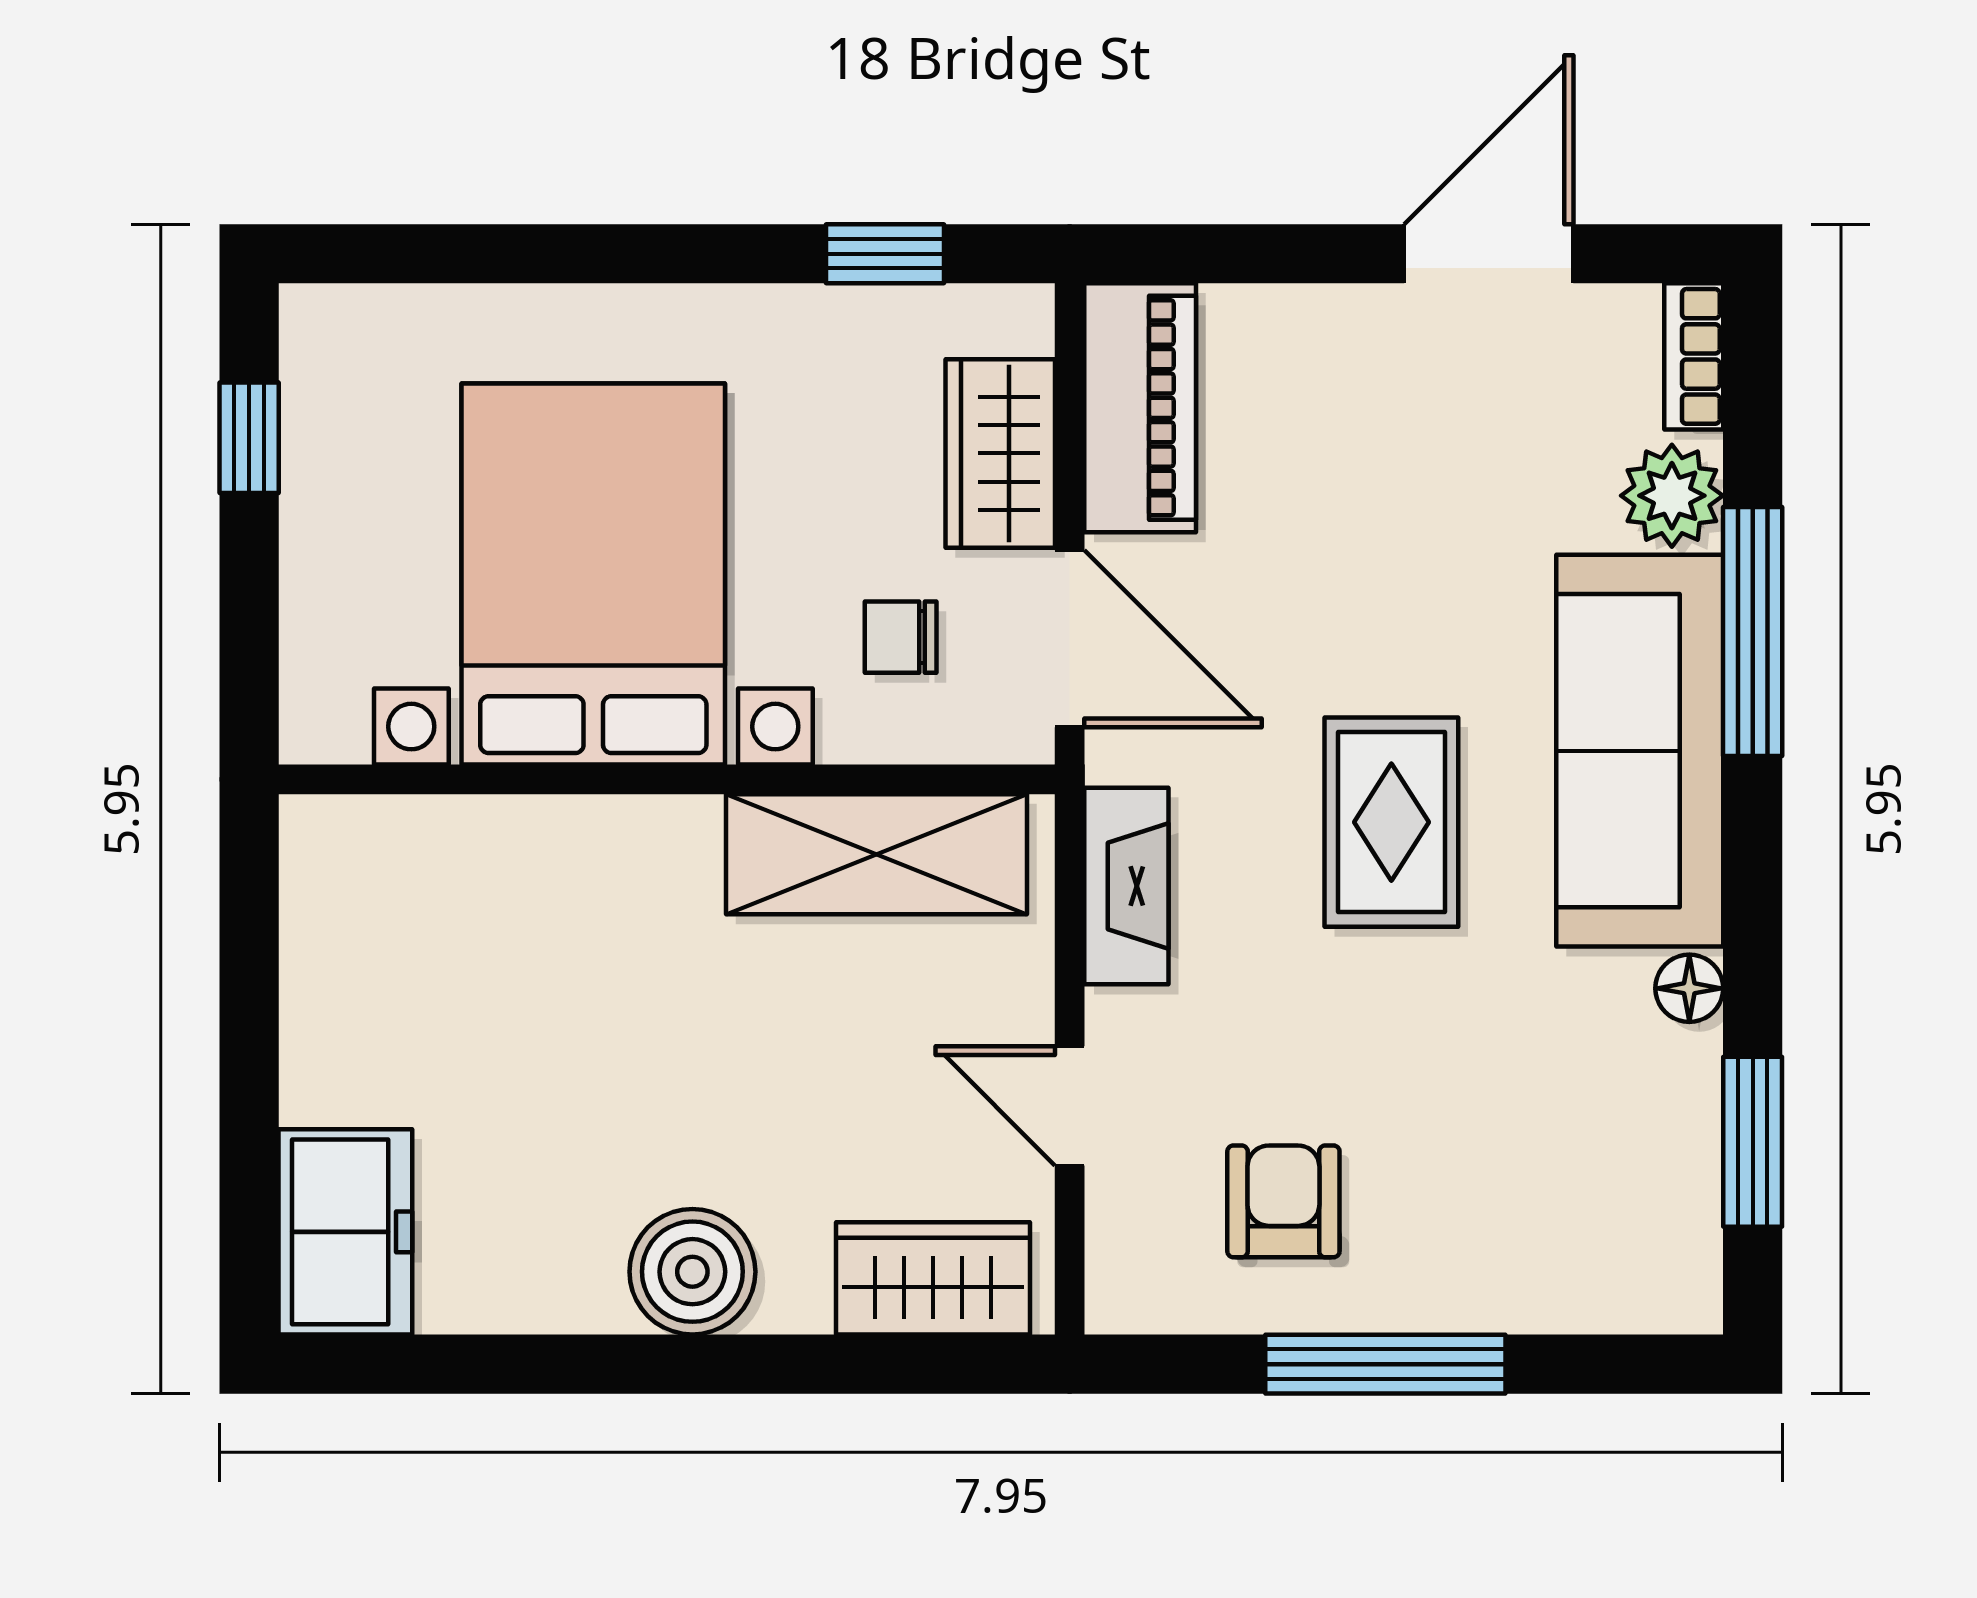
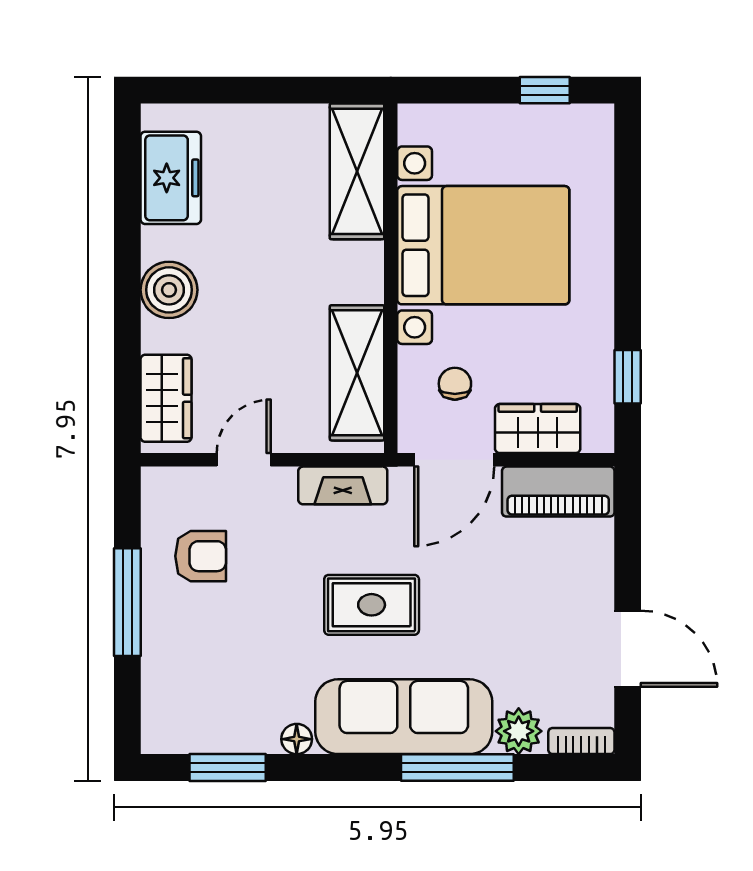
shelving: (430, 854) -> (357, 171), added
freezer: (345, 1232) -> (171, 178), moved, turned -90

